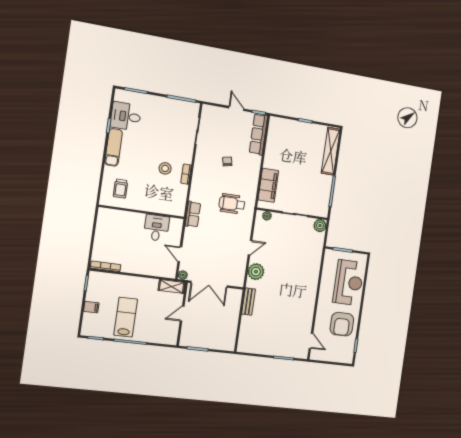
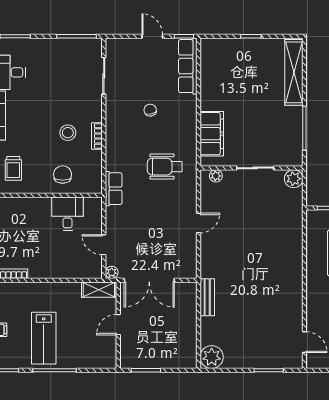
chair: (157, 199) -> (63, 175), added
plant: (256, 272) -> (212, 357), moved
lab bench: (126, 317) -> (44, 338), turned 180

